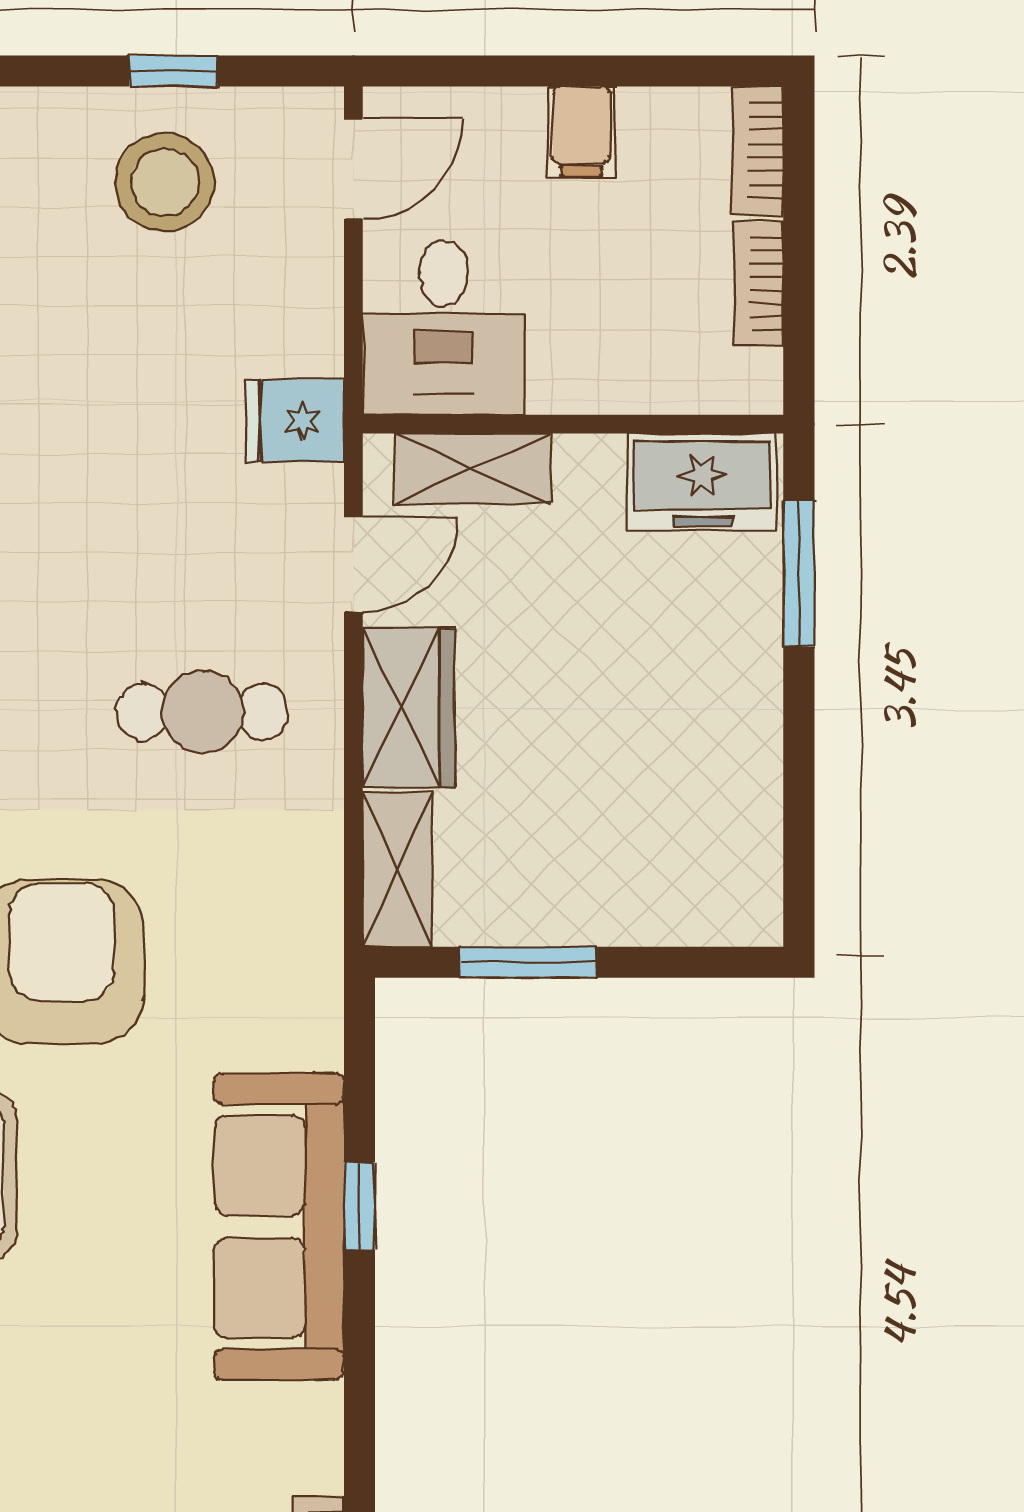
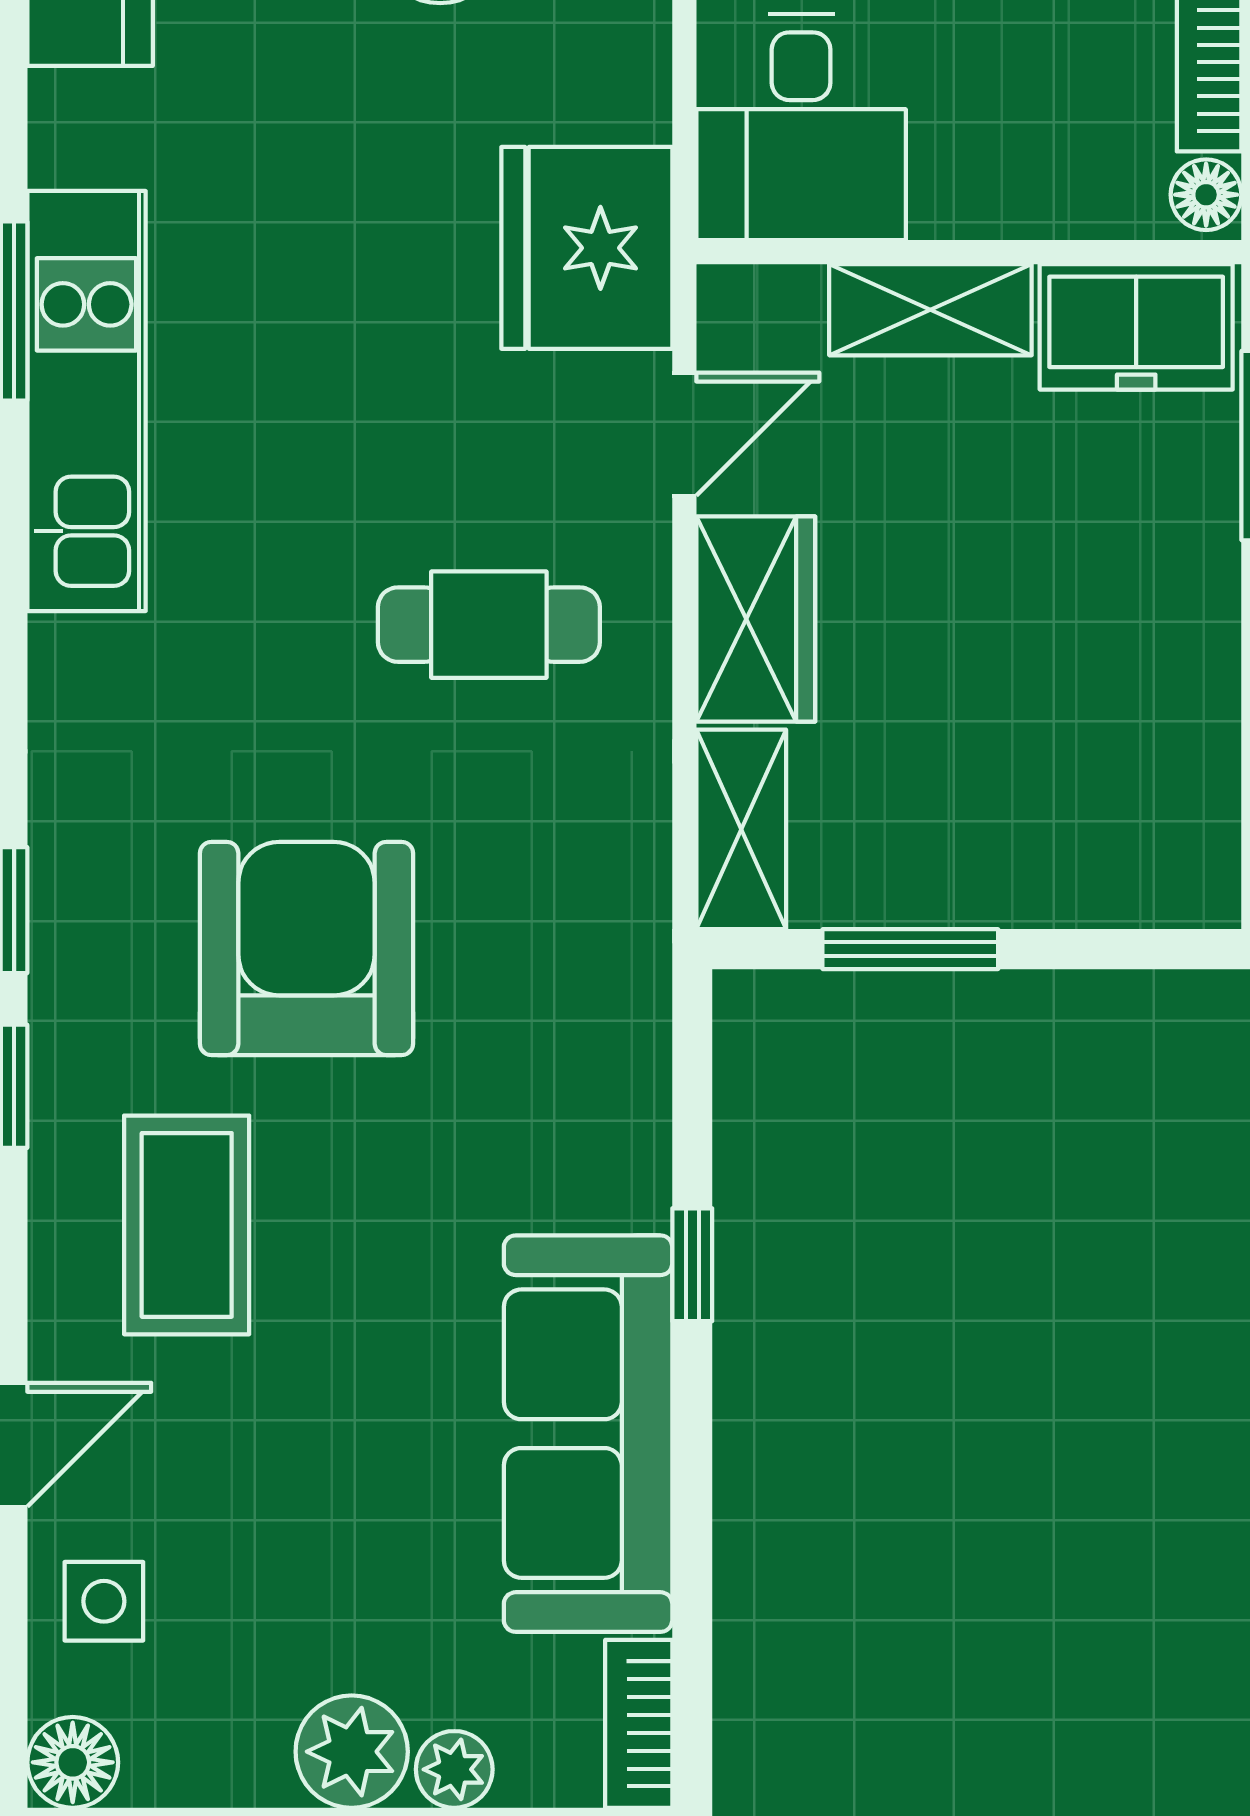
floor lamp: (756, 380) -> (1206, 195), added
fridge: (295, 421) -> (587, 248), width x1.88, depth x1.34
shelving: (473, 469) -> (930, 310), moved
sofa: (279, 1227) -> (588, 1434), moved

